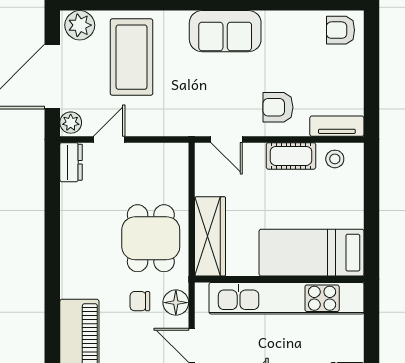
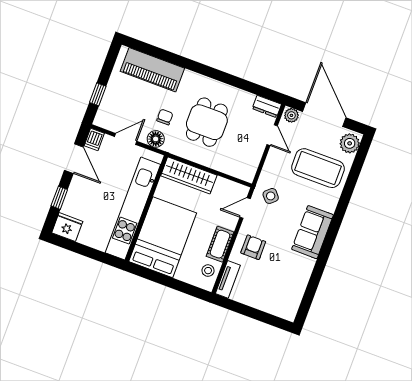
armchair: (340, 30) -> (287, 304), removed
side table: (196, 109) -> (271, 196), added
dining table: (151, 238) -> (207, 122), moved, turned 90
bed: (311, 253) -> (163, 237), width x1.50

